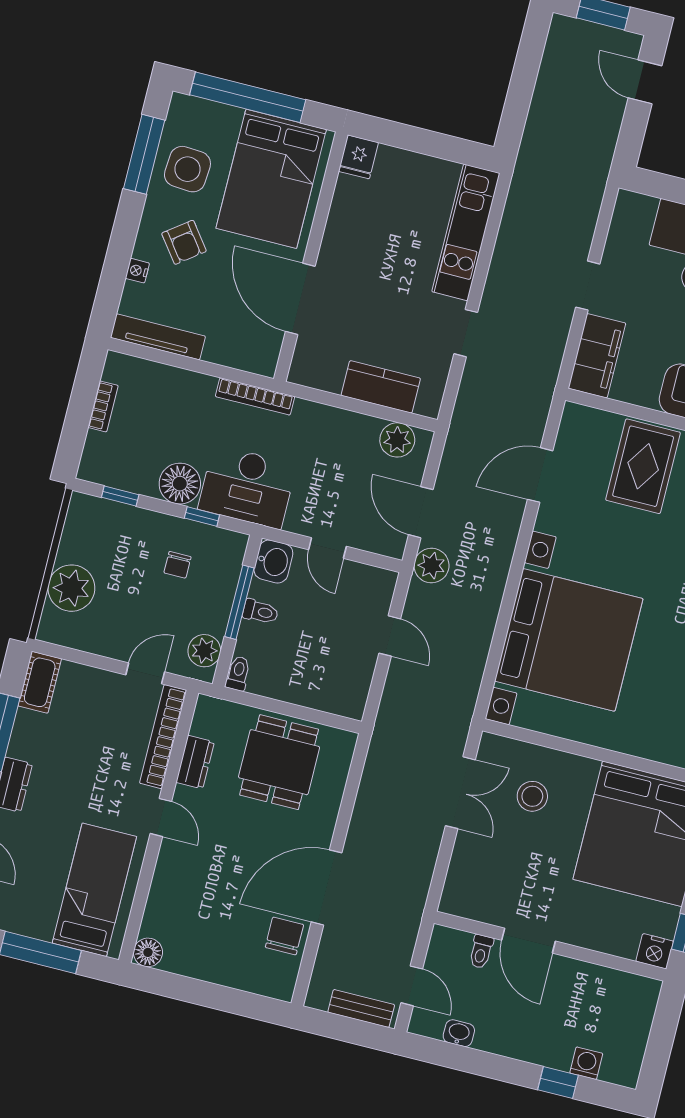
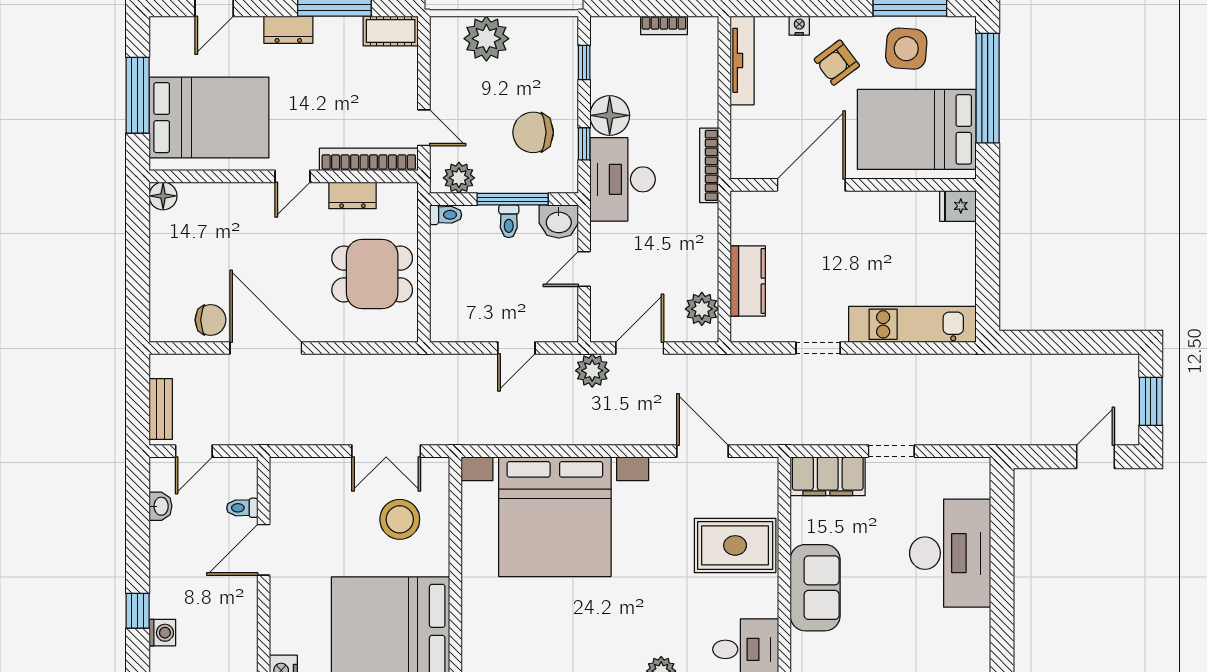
chair: (177, 565) -> (533, 132), width x1.87, depth x1.87
stool: (532, 796) -> (400, 519), width x1.38, depth x1.38
bed: (94, 890) -> (209, 118), width x1.50

